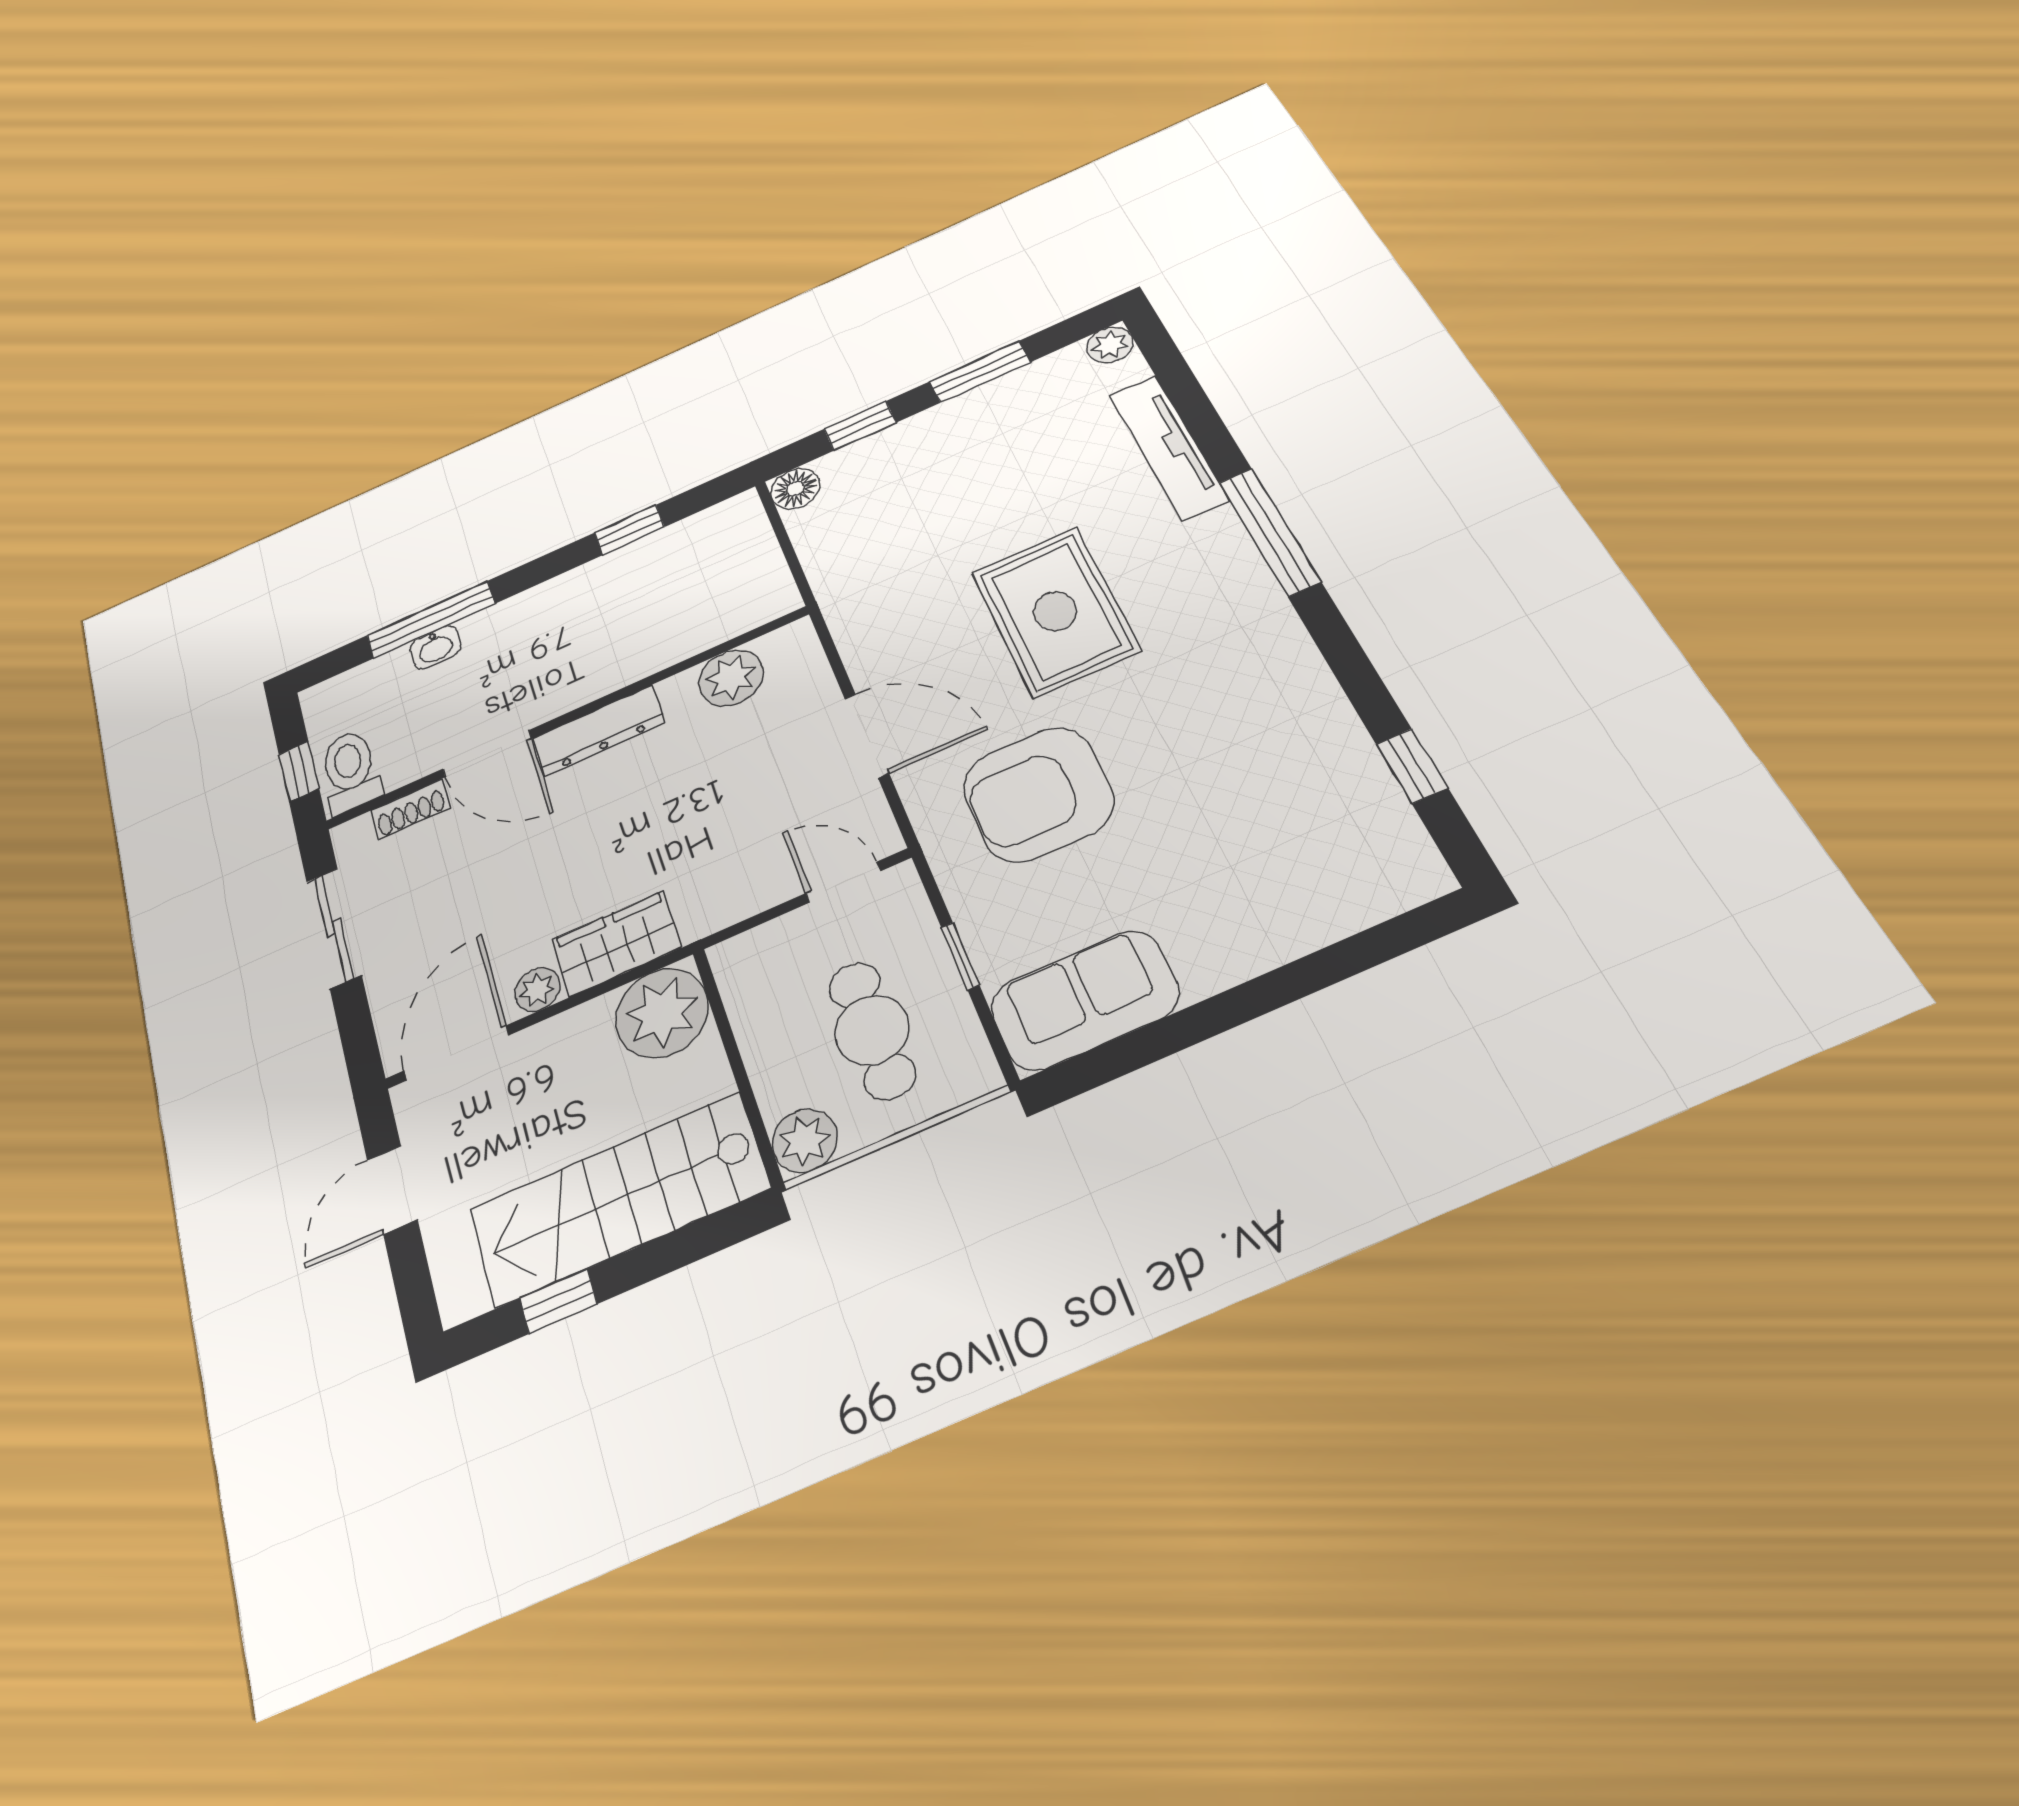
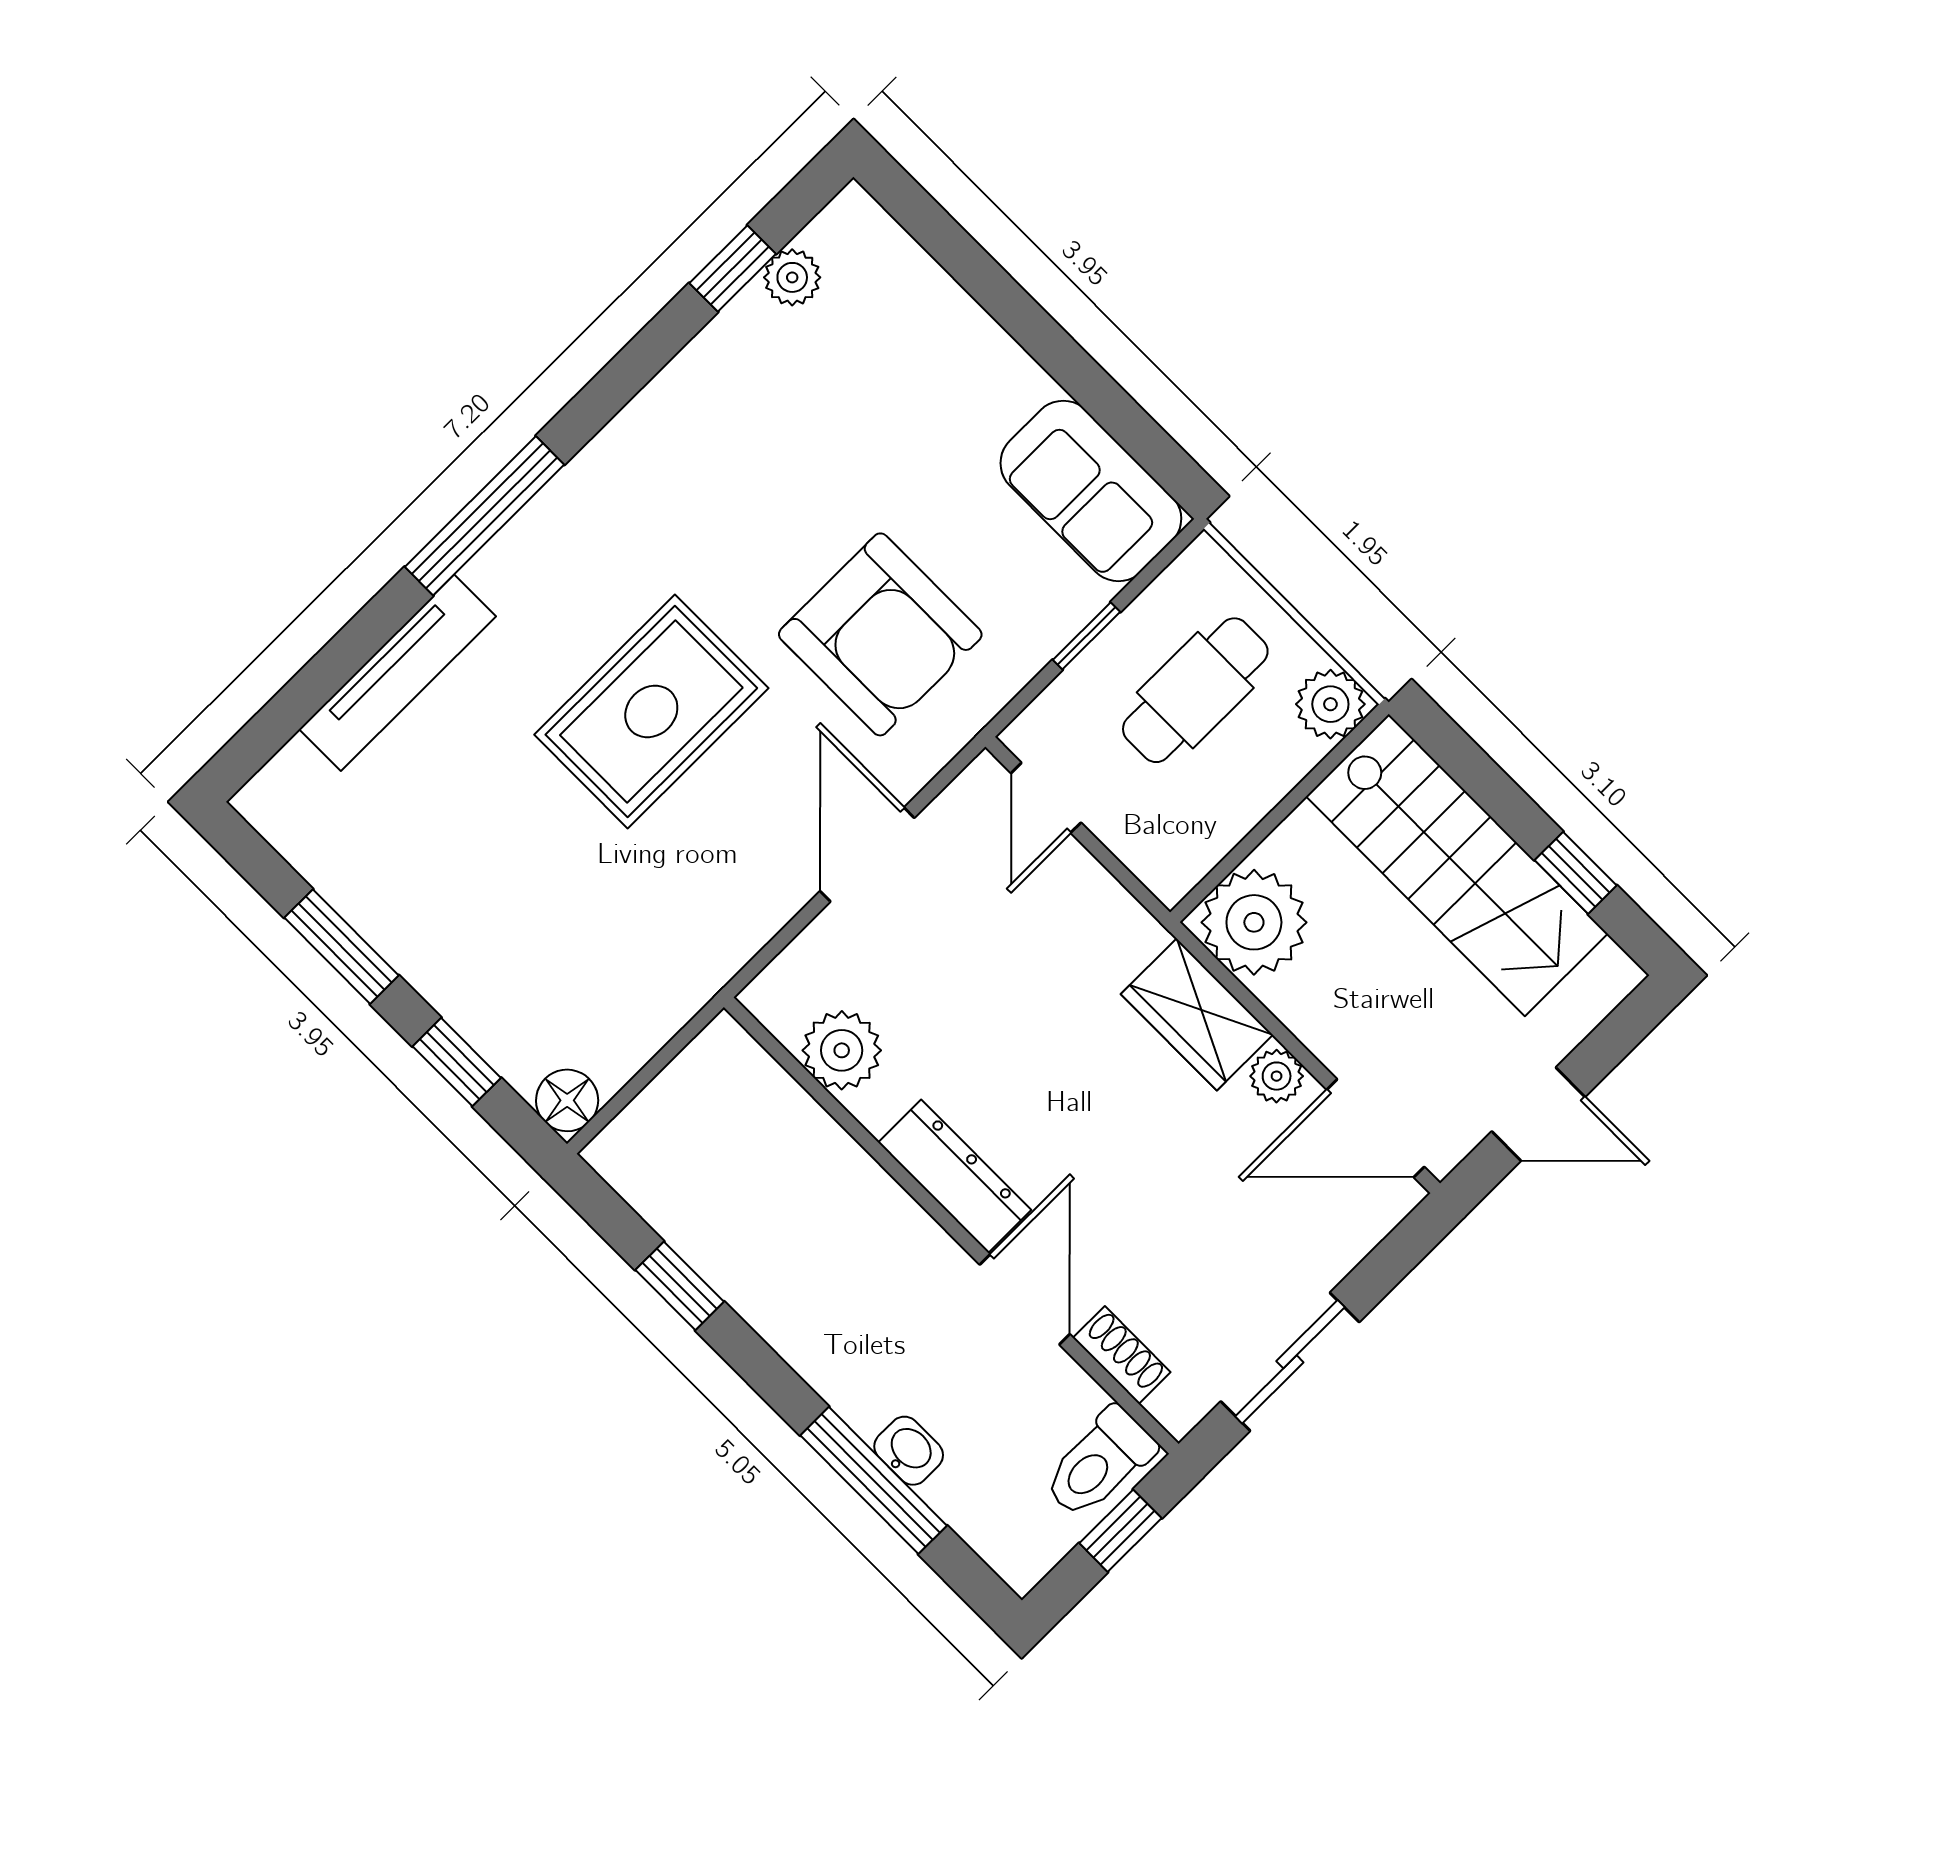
plant: (1110, 345) -> (792, 277), moved

